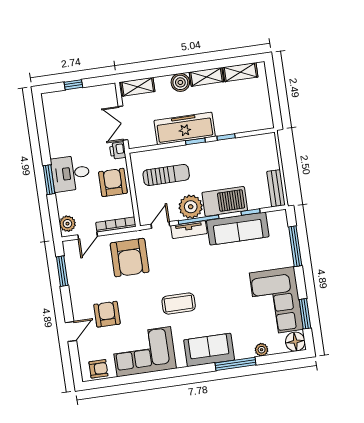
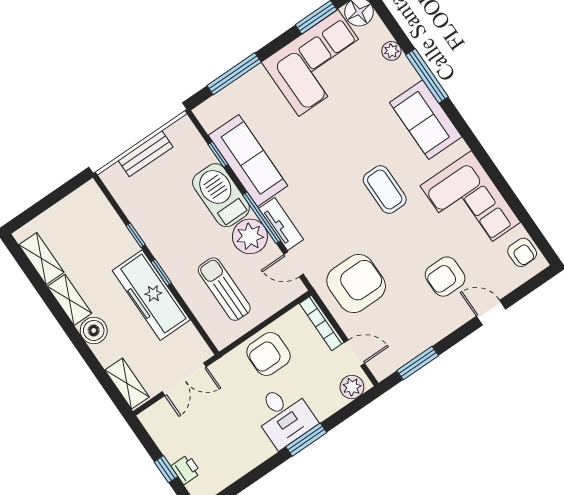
printer: (118, 150) -> (186, 469), moved, turned -90
bench: (276, 188) -> (146, 154), moved
armchair: (98, 369) -> (522, 252), turned 180

